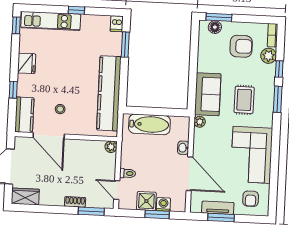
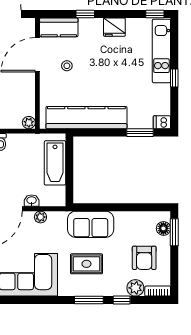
plant: (200, 122) -> (40, 217), moved

